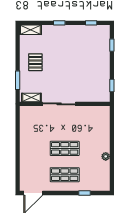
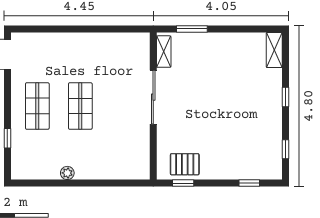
pallet: (35, 62) -> (185, 164), moved

